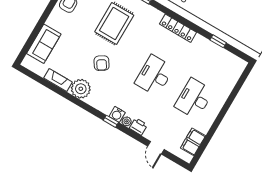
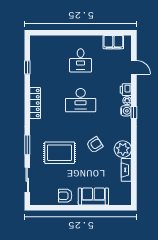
sofa: (44, 44) -> (93, 196), moved
desk: (194, 99) -> (81, 60), width x0.73
door: (156, 148) -> (134, 67), hinge flipped

